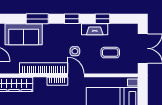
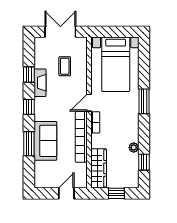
sofa: (24, 34) -> (45, 141), moved
side table: (75, 51) -> (63, 104), removed

